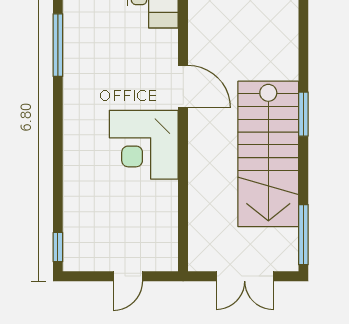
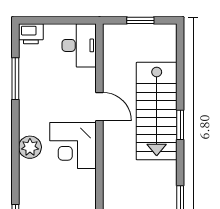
plant: (79, 147) -> (30, 147), added
stairs: (268, 154) -> (157, 111), moved

